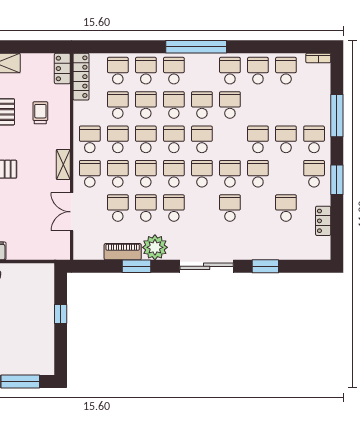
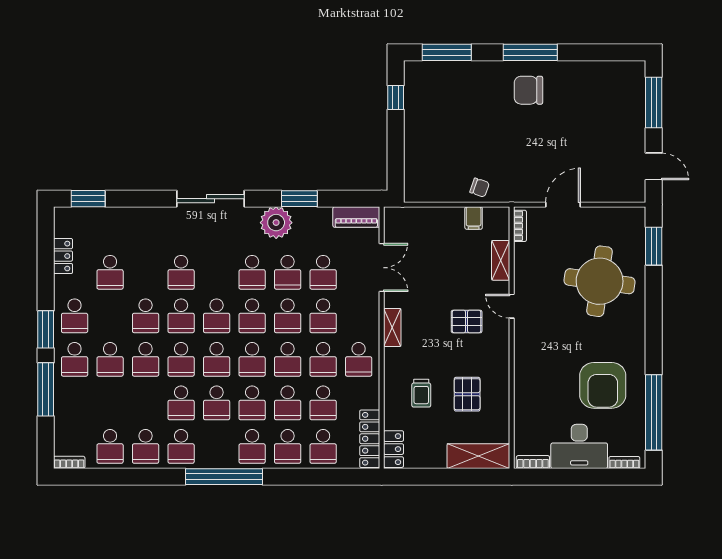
school desk: (90, 174) -> (181, 359), moved
window: (337, 180) -> (46, 329), moved
piano: (123, 252) -> (356, 217), moved
window: (265, 266) -> (88, 199), moved
window: (61, 314) -> (396, 98), moved

